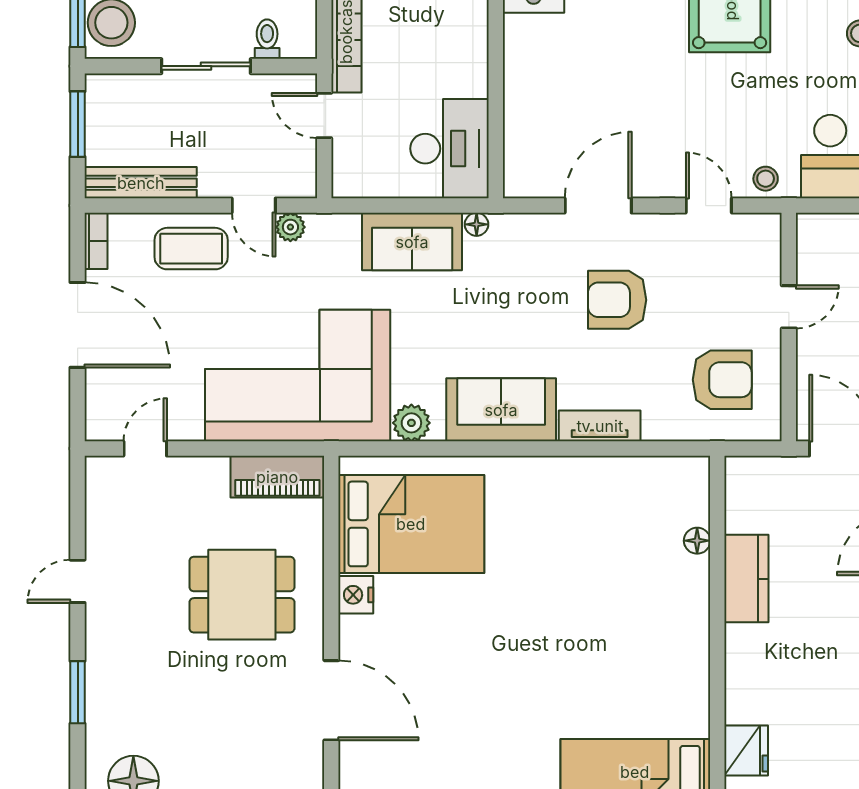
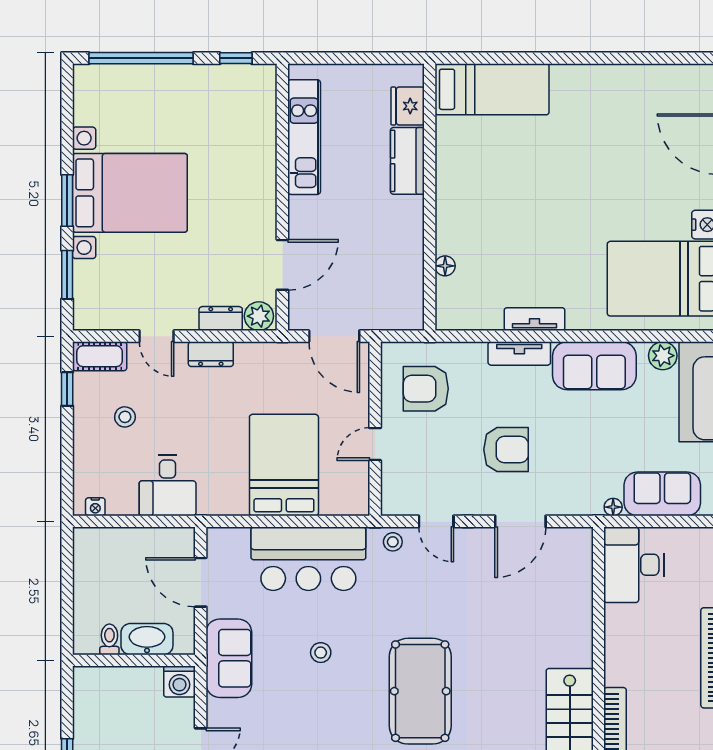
tv unit: (580, 471) -> (534, 319), added
kitchen counter: (746, 579) -> (407, 161), moved

